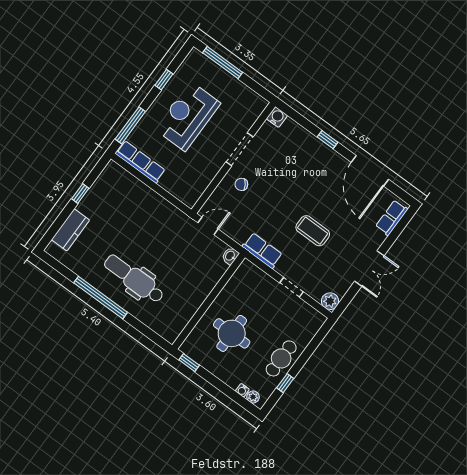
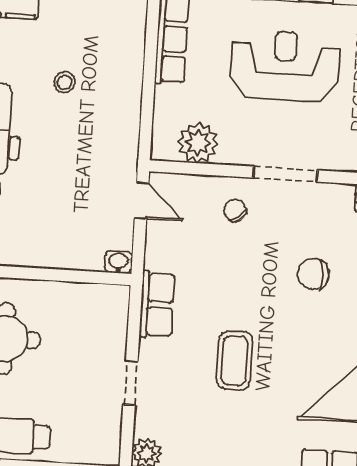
chair: (296, 167) -> (313, 274), added
plant: (198, 181) -> (198, 143), added
stool: (128, 226) -> (64, 82), added

